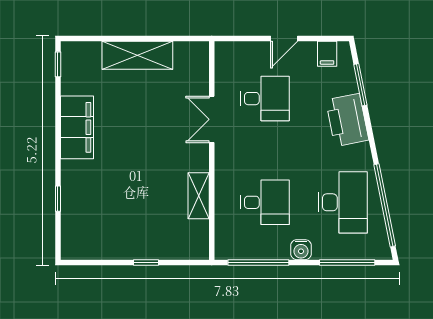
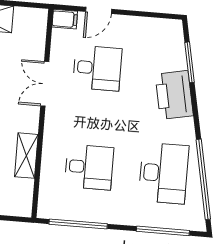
door: (284, 38) -> (99, 10), moved
filing cabinet: (327, 54) -> (65, 19), moved, turned -90
water cooler: (301, 250) -> (120, 215), removed

